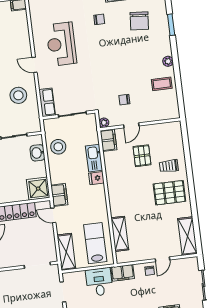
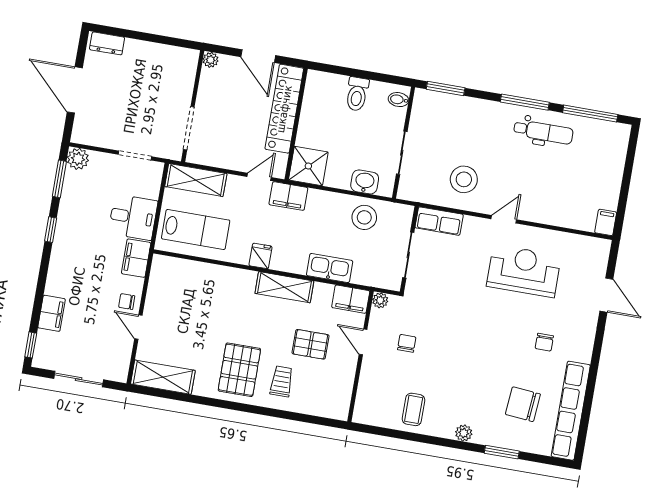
plant: (168, 61) -> (464, 433), moved
fridge: (96, 178) -> (261, 256), moved
shelving: (120, 234) -> (284, 287), moved

